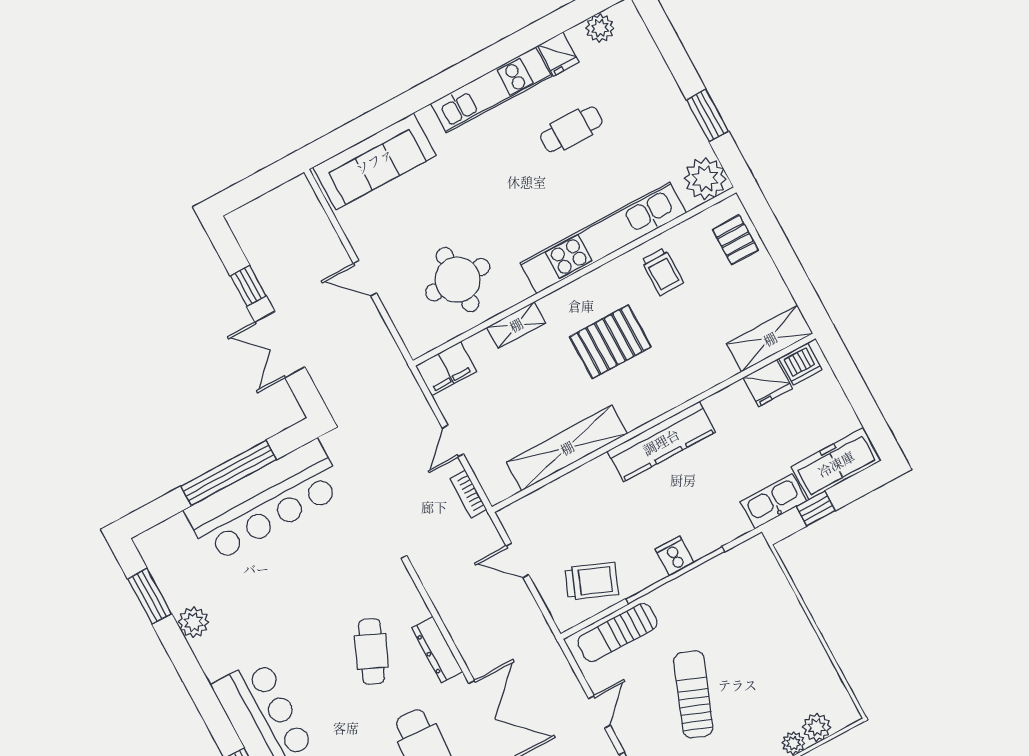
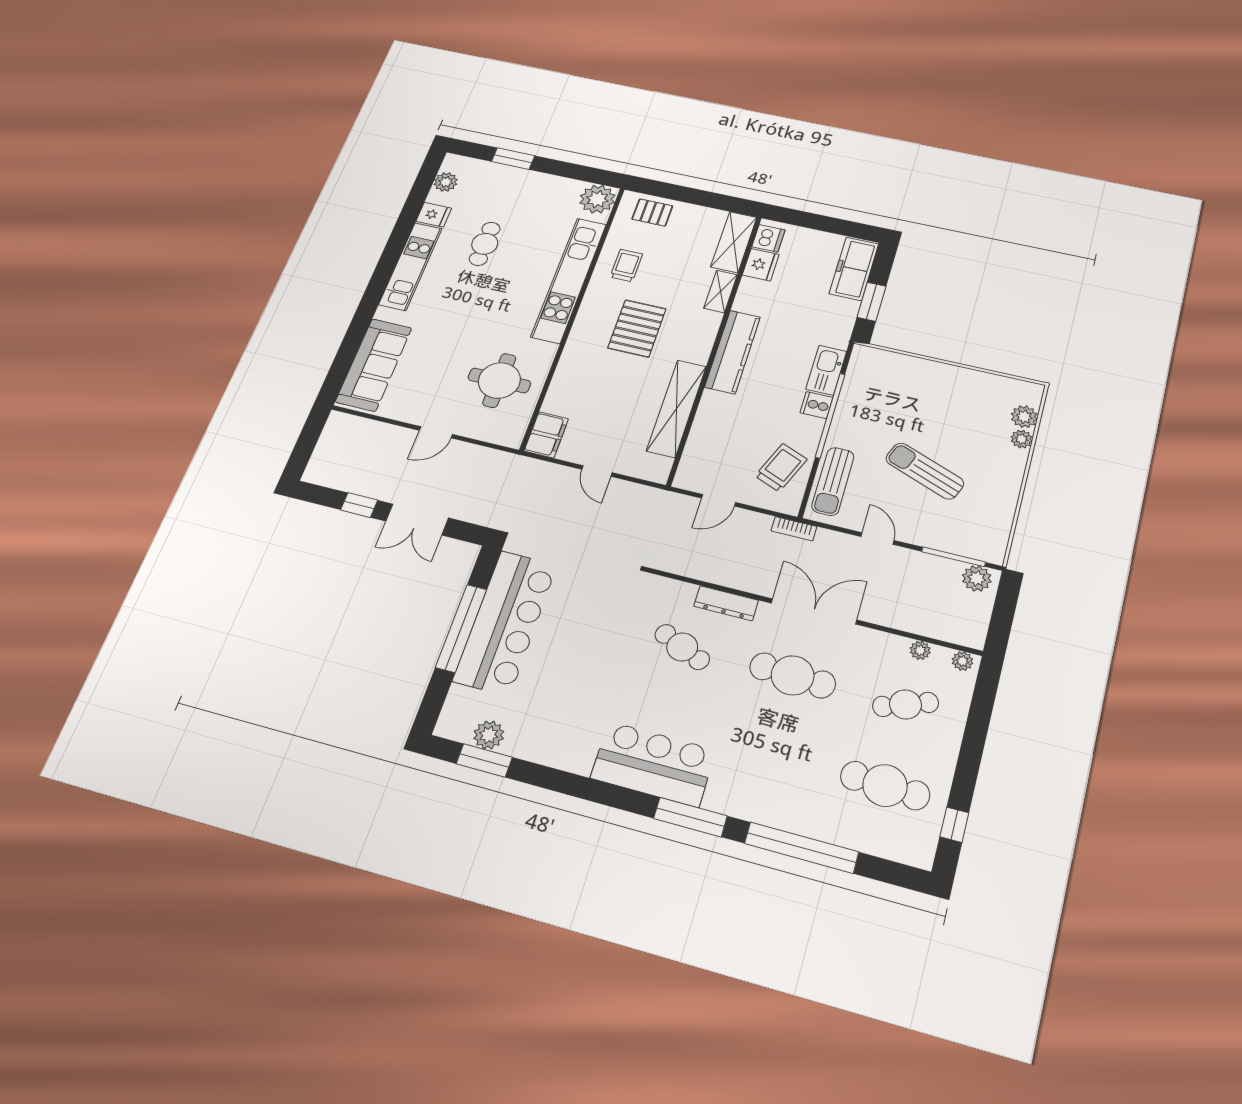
window: (707, 115) -> (513, 159), moved
trolley: (662, 271) -> (626, 265), turned -90
shelving: (516, 325) -> (721, 291), moved
bookcase: (468, 494) -> (794, 529), moved
kitchen sink: (773, 501) -> (826, 370), moved
window: (816, 509) -> (872, 302), width x1.50
plant: (194, 622) -> (489, 735), moved

